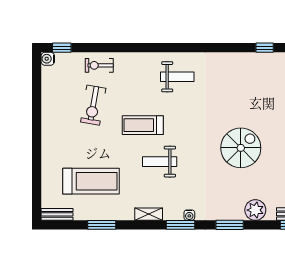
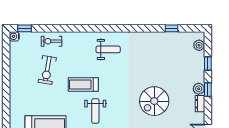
spiral stairs: (241, 148) -> (154, 101), turned 180
weight bench: (160, 162) -> (95, 111), turned -90

